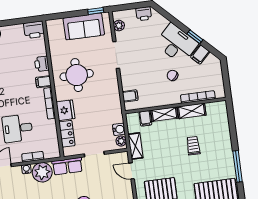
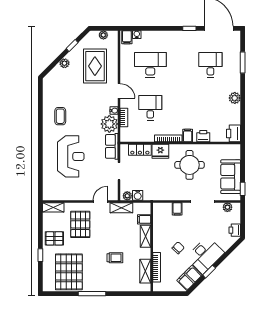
filing cabinet: (200, 54) -> (189, 278), width x2.00
filing cabinet: (130, 96) -> (177, 209), moved
shelving: (192, 111) -> (145, 271), moved

